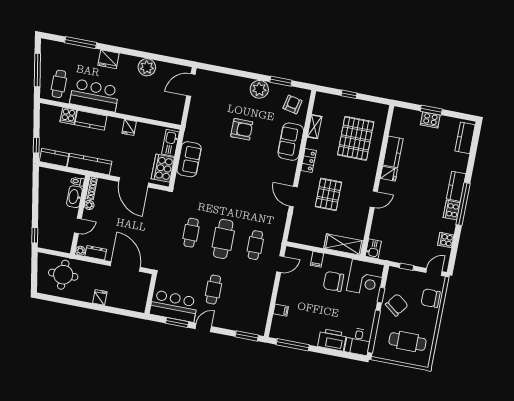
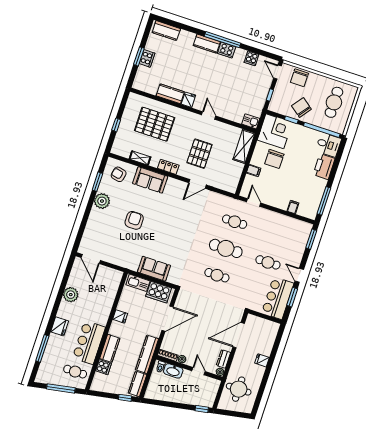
pallet: (328, 194) -> (199, 154), turned 90

